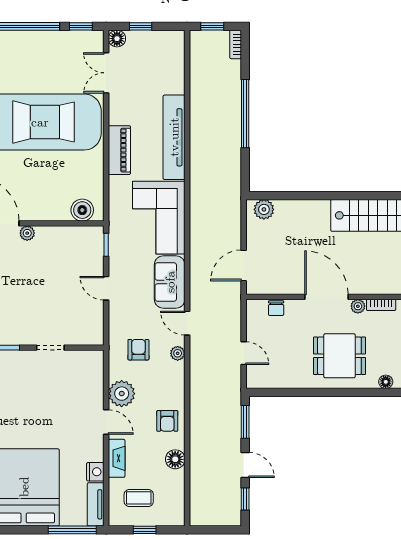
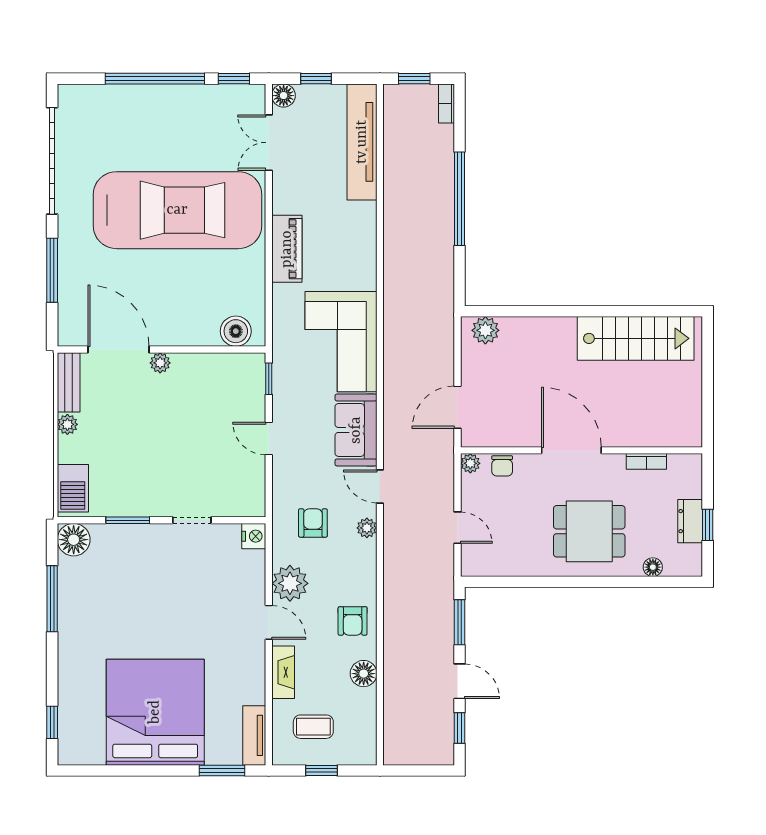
tv unit: (174, 137) -> (362, 142), moved
plant: (358, 306) -> (470, 463), moved
nightstand: (95, 472) -> (254, 536), moved
window: (72, 530) -> (222, 770), width x0.69

